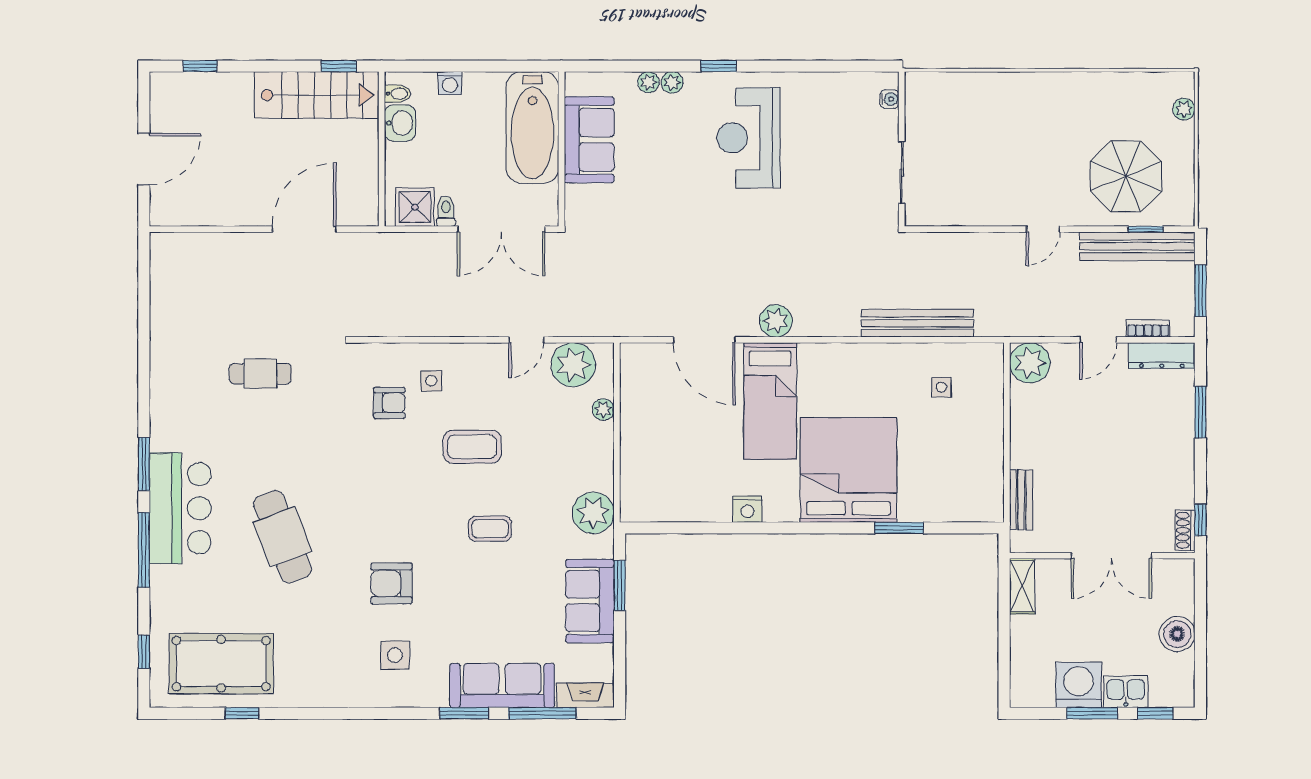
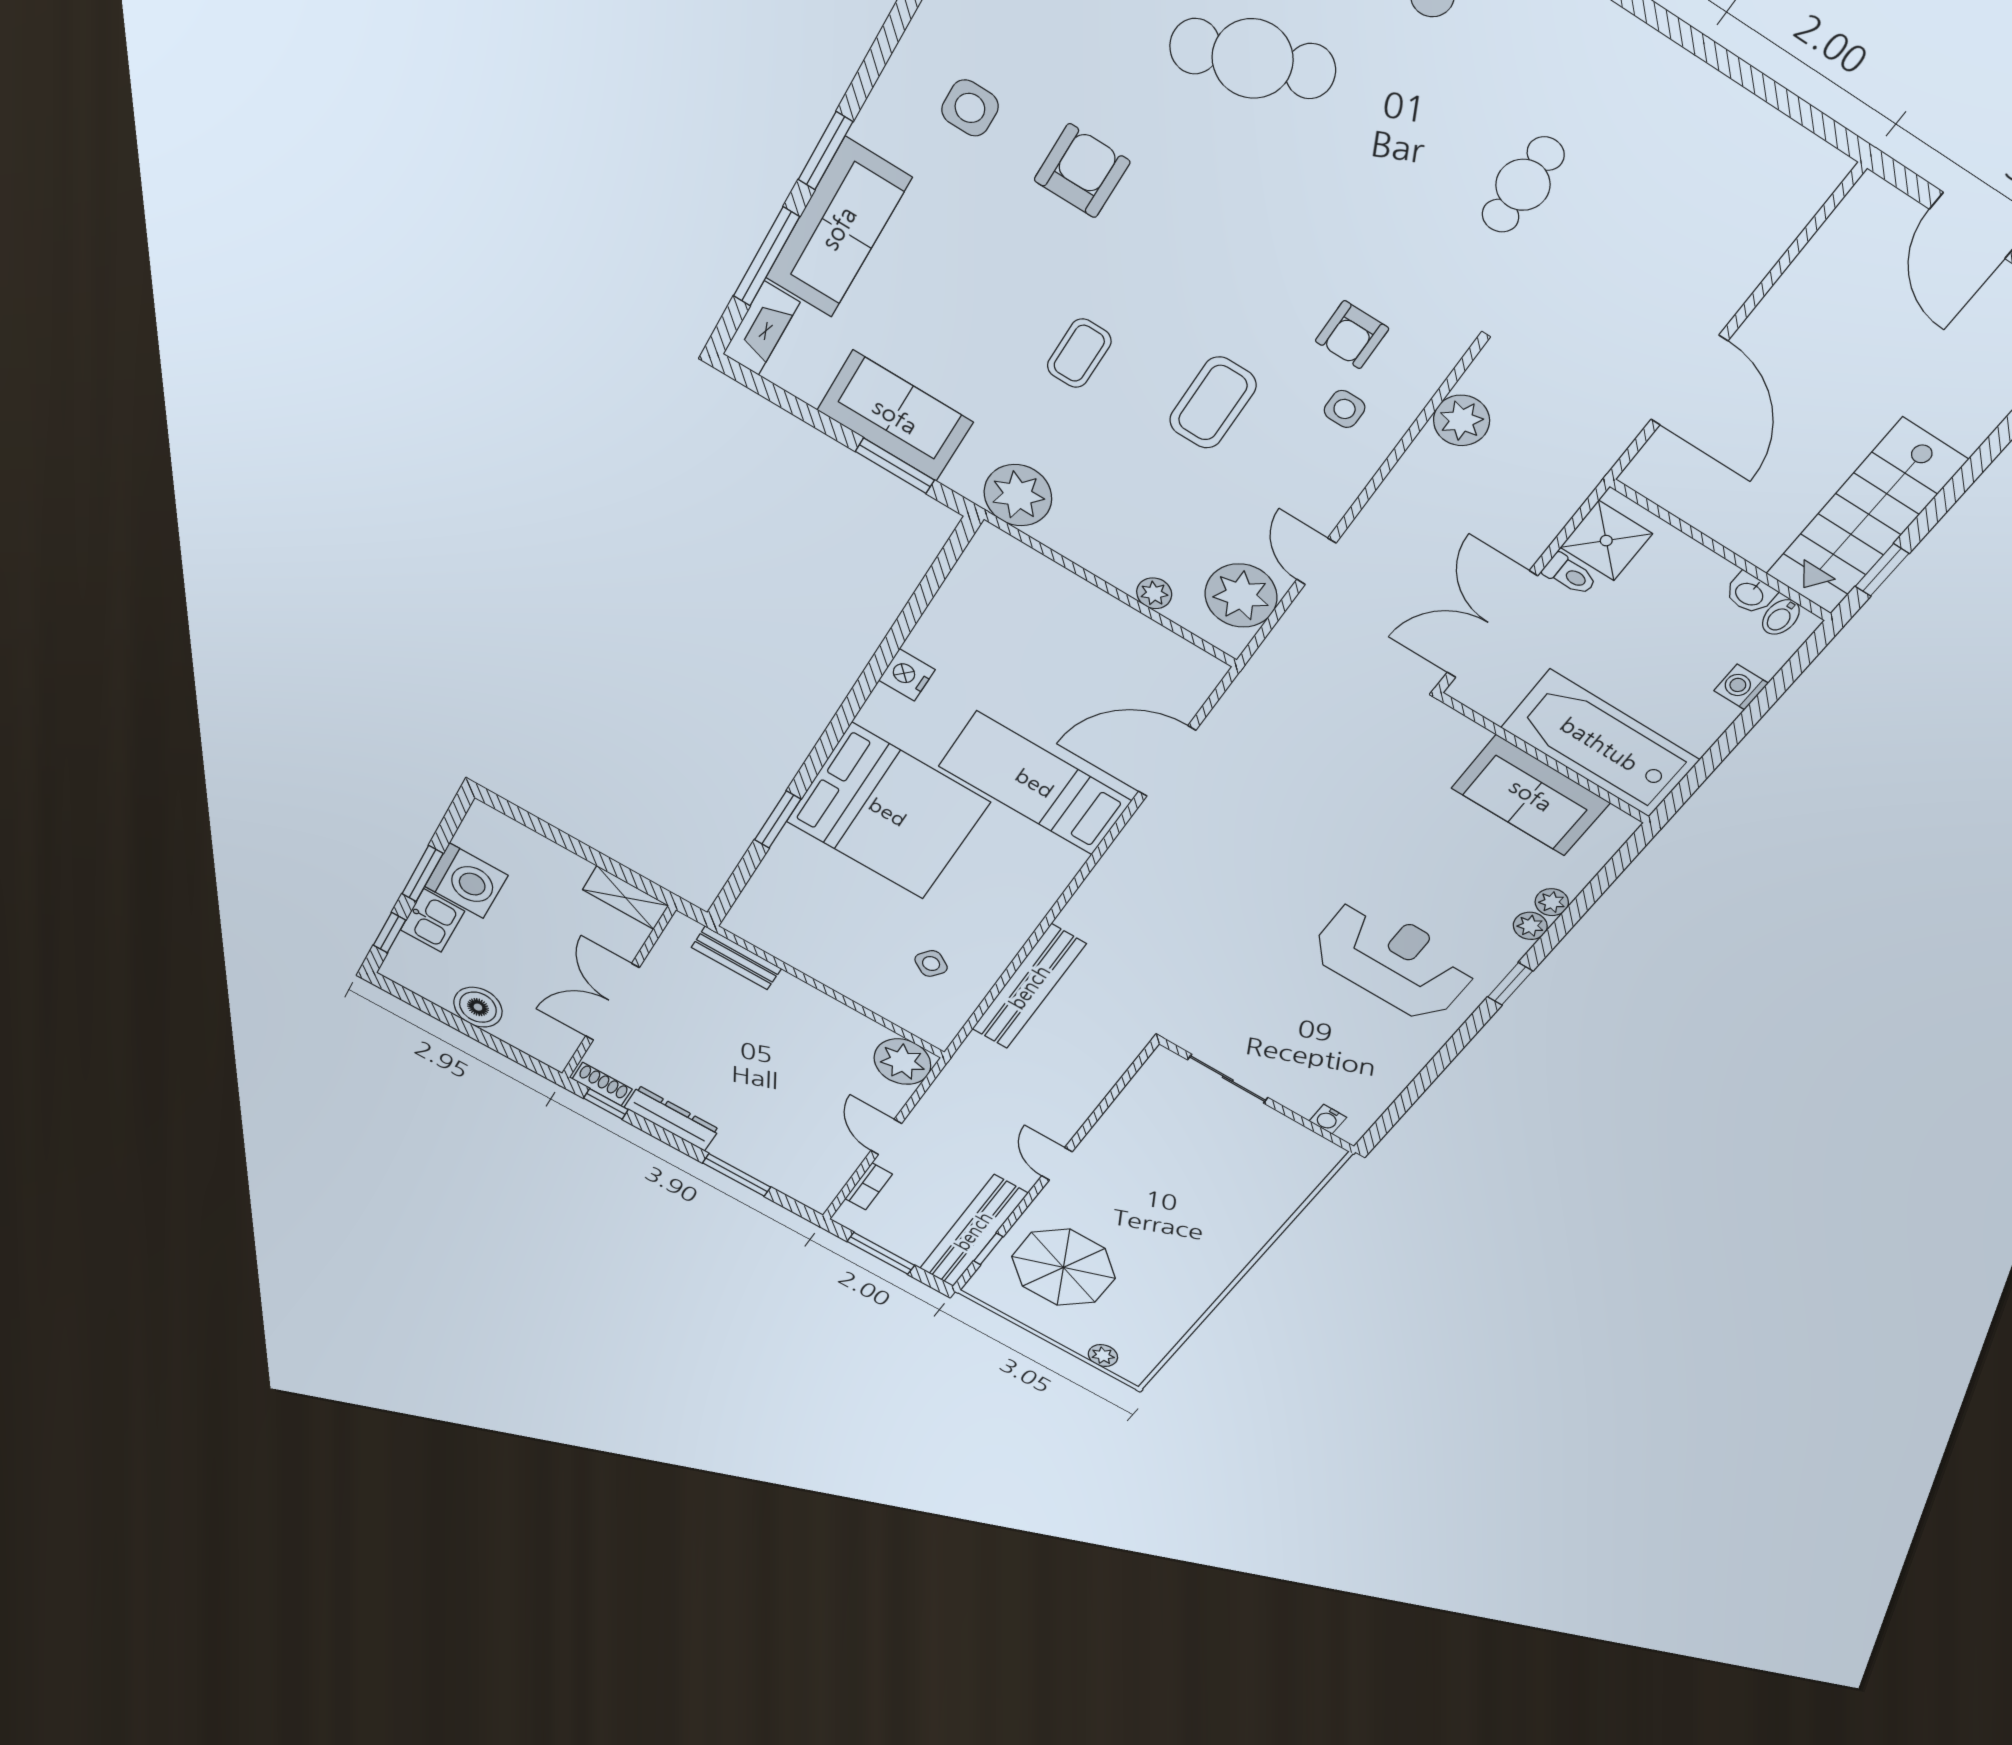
washbasin: (400, 123) -> (1750, 593), width x0.72, depth x0.69
plant: (776, 321) -> (1461, 420), moved
dresser: (1162, 356) -> (672, 1118), moved, turned 90
side table: (941, 387) -> (931, 964), turned 35

